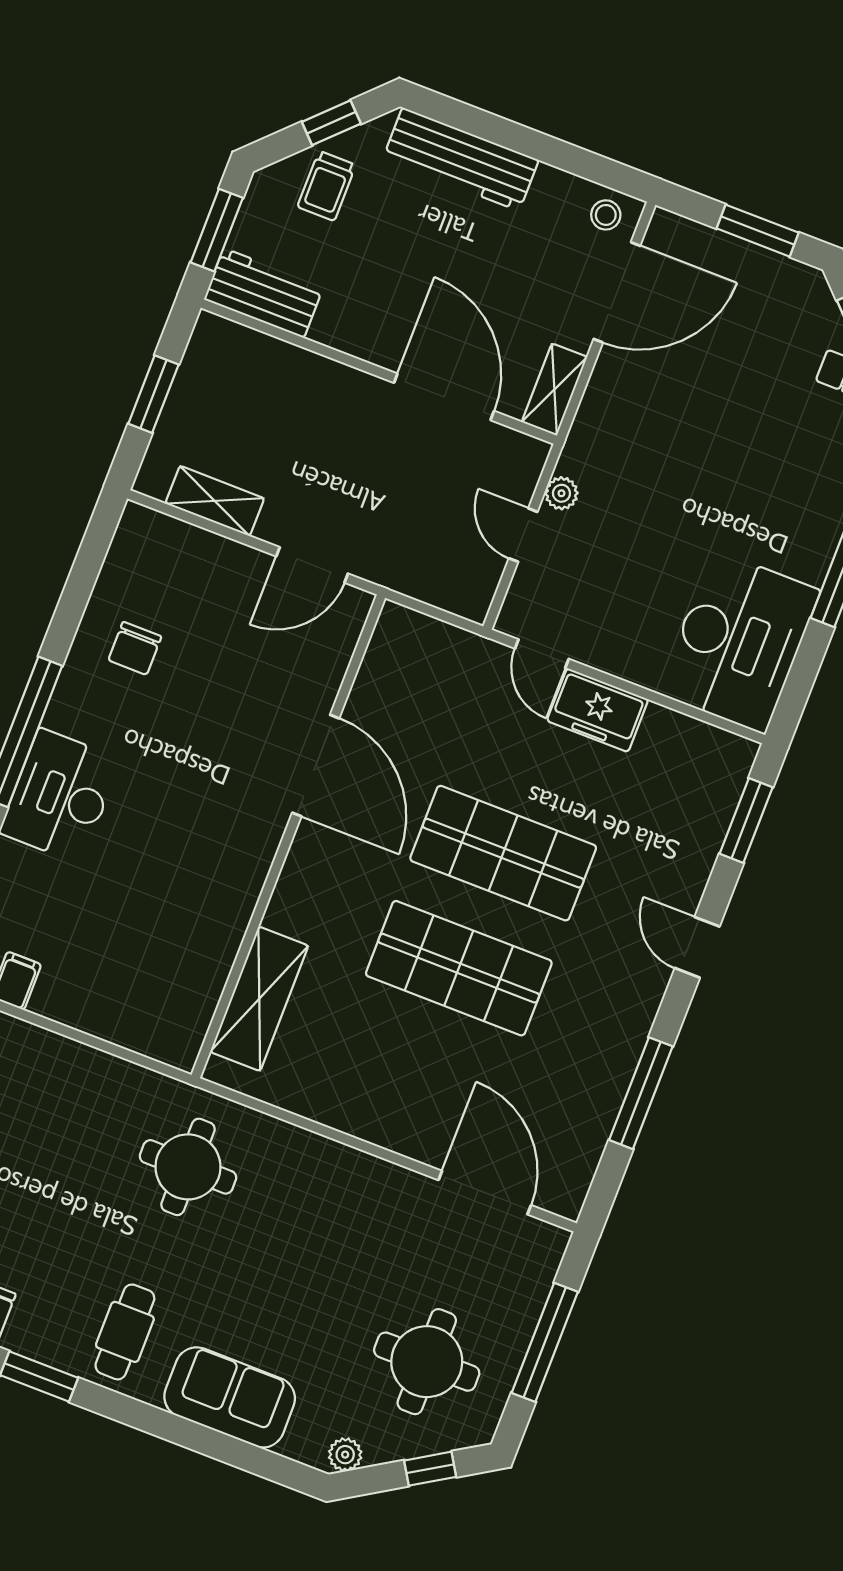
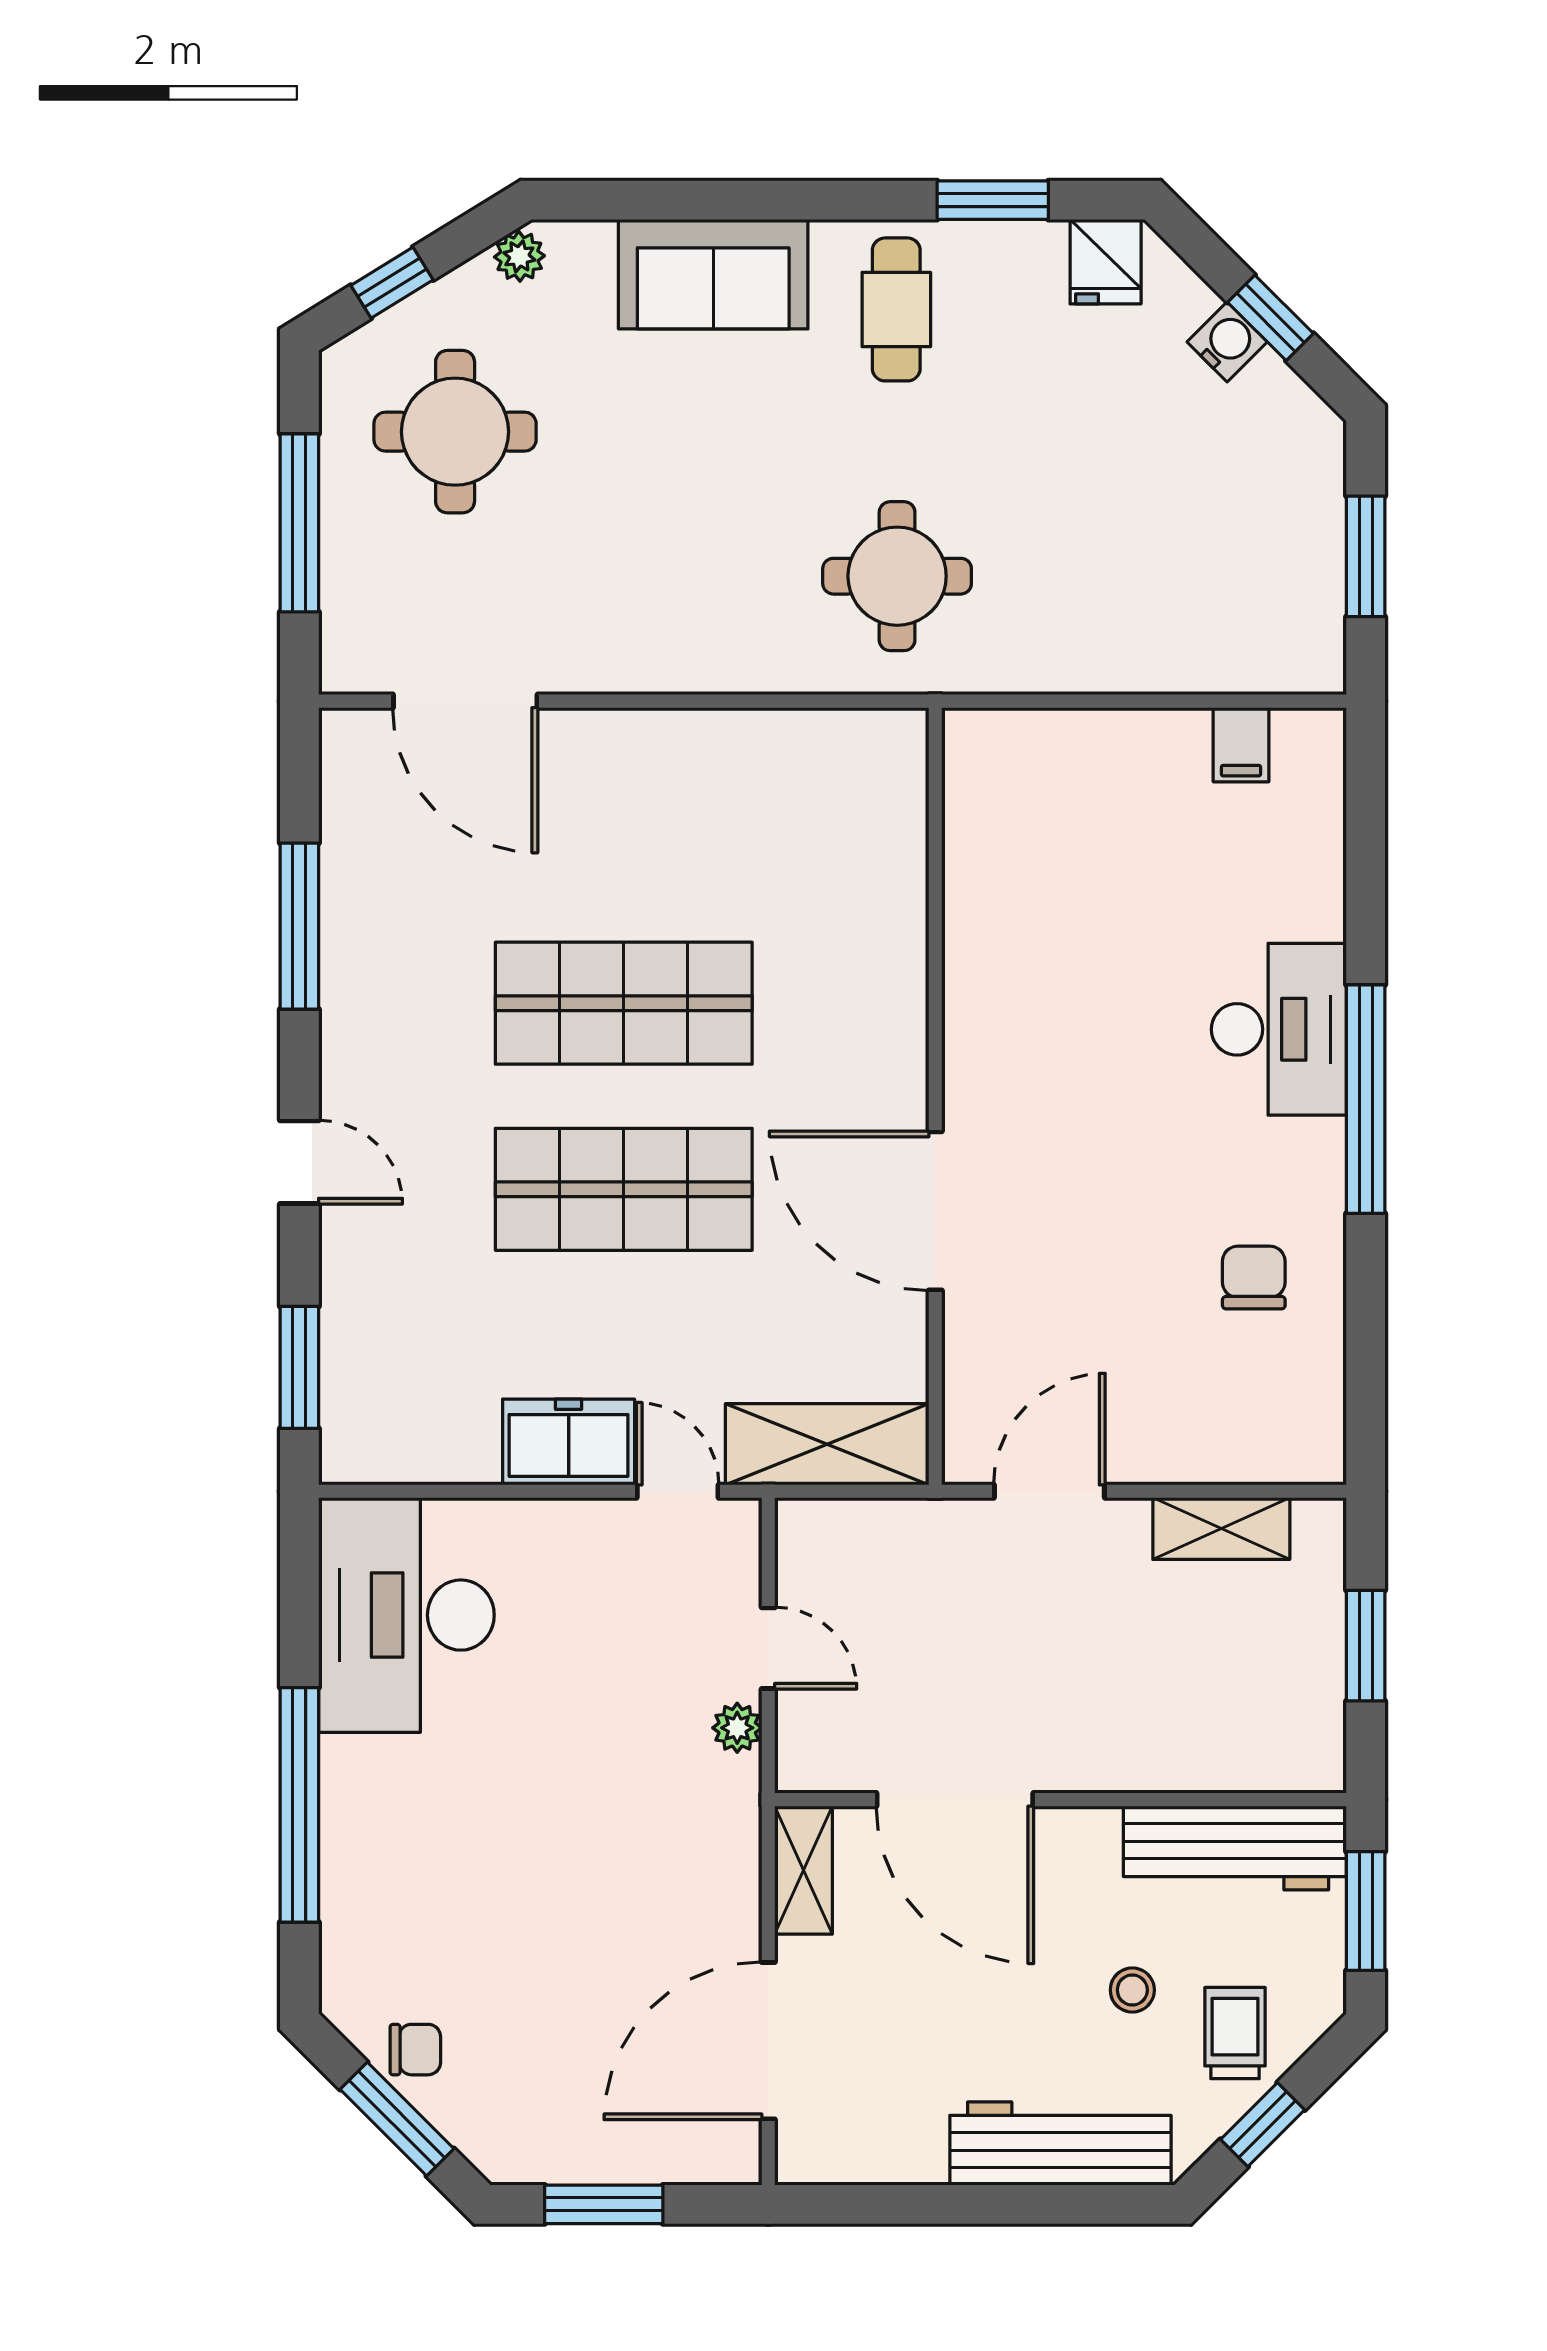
stool: (606, 215) -> (1132, 1990), moved
workbench: (264, 293) -> (1235, 1848), width x1.37
shelving: (259, 999) -> (827, 1444), moved, turned 90

